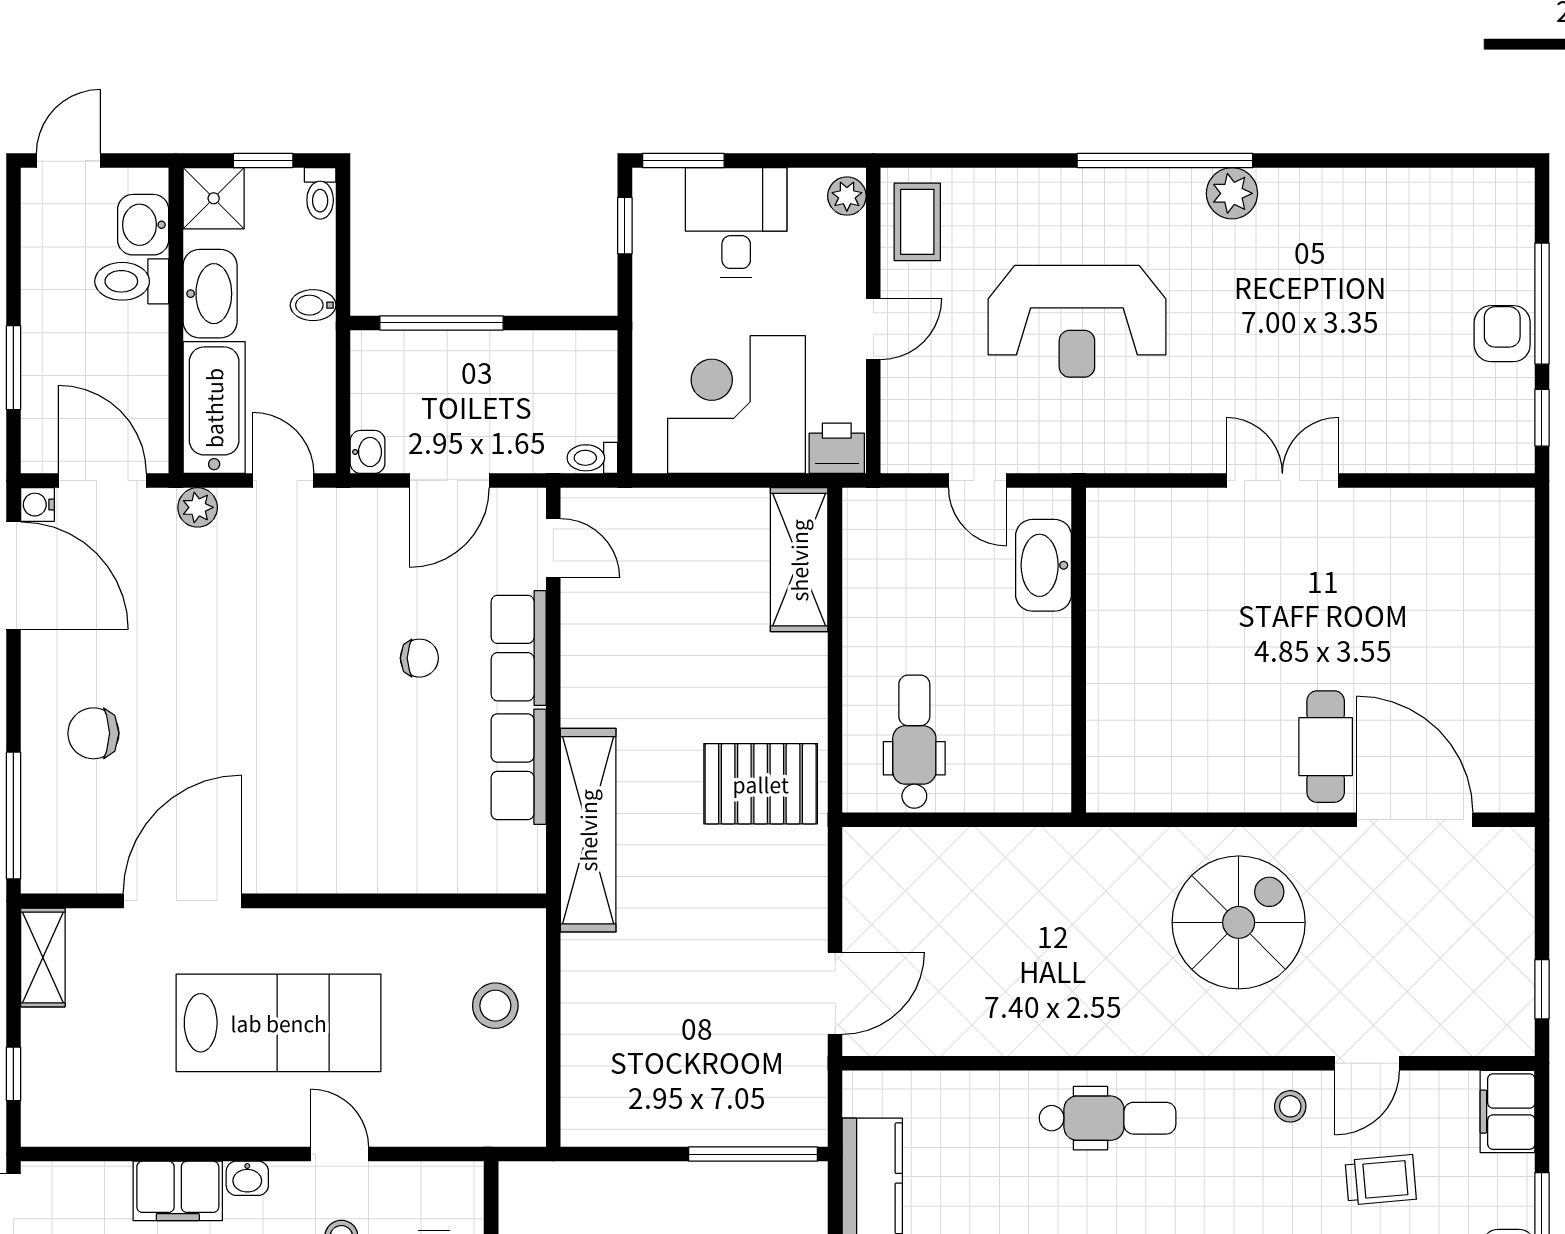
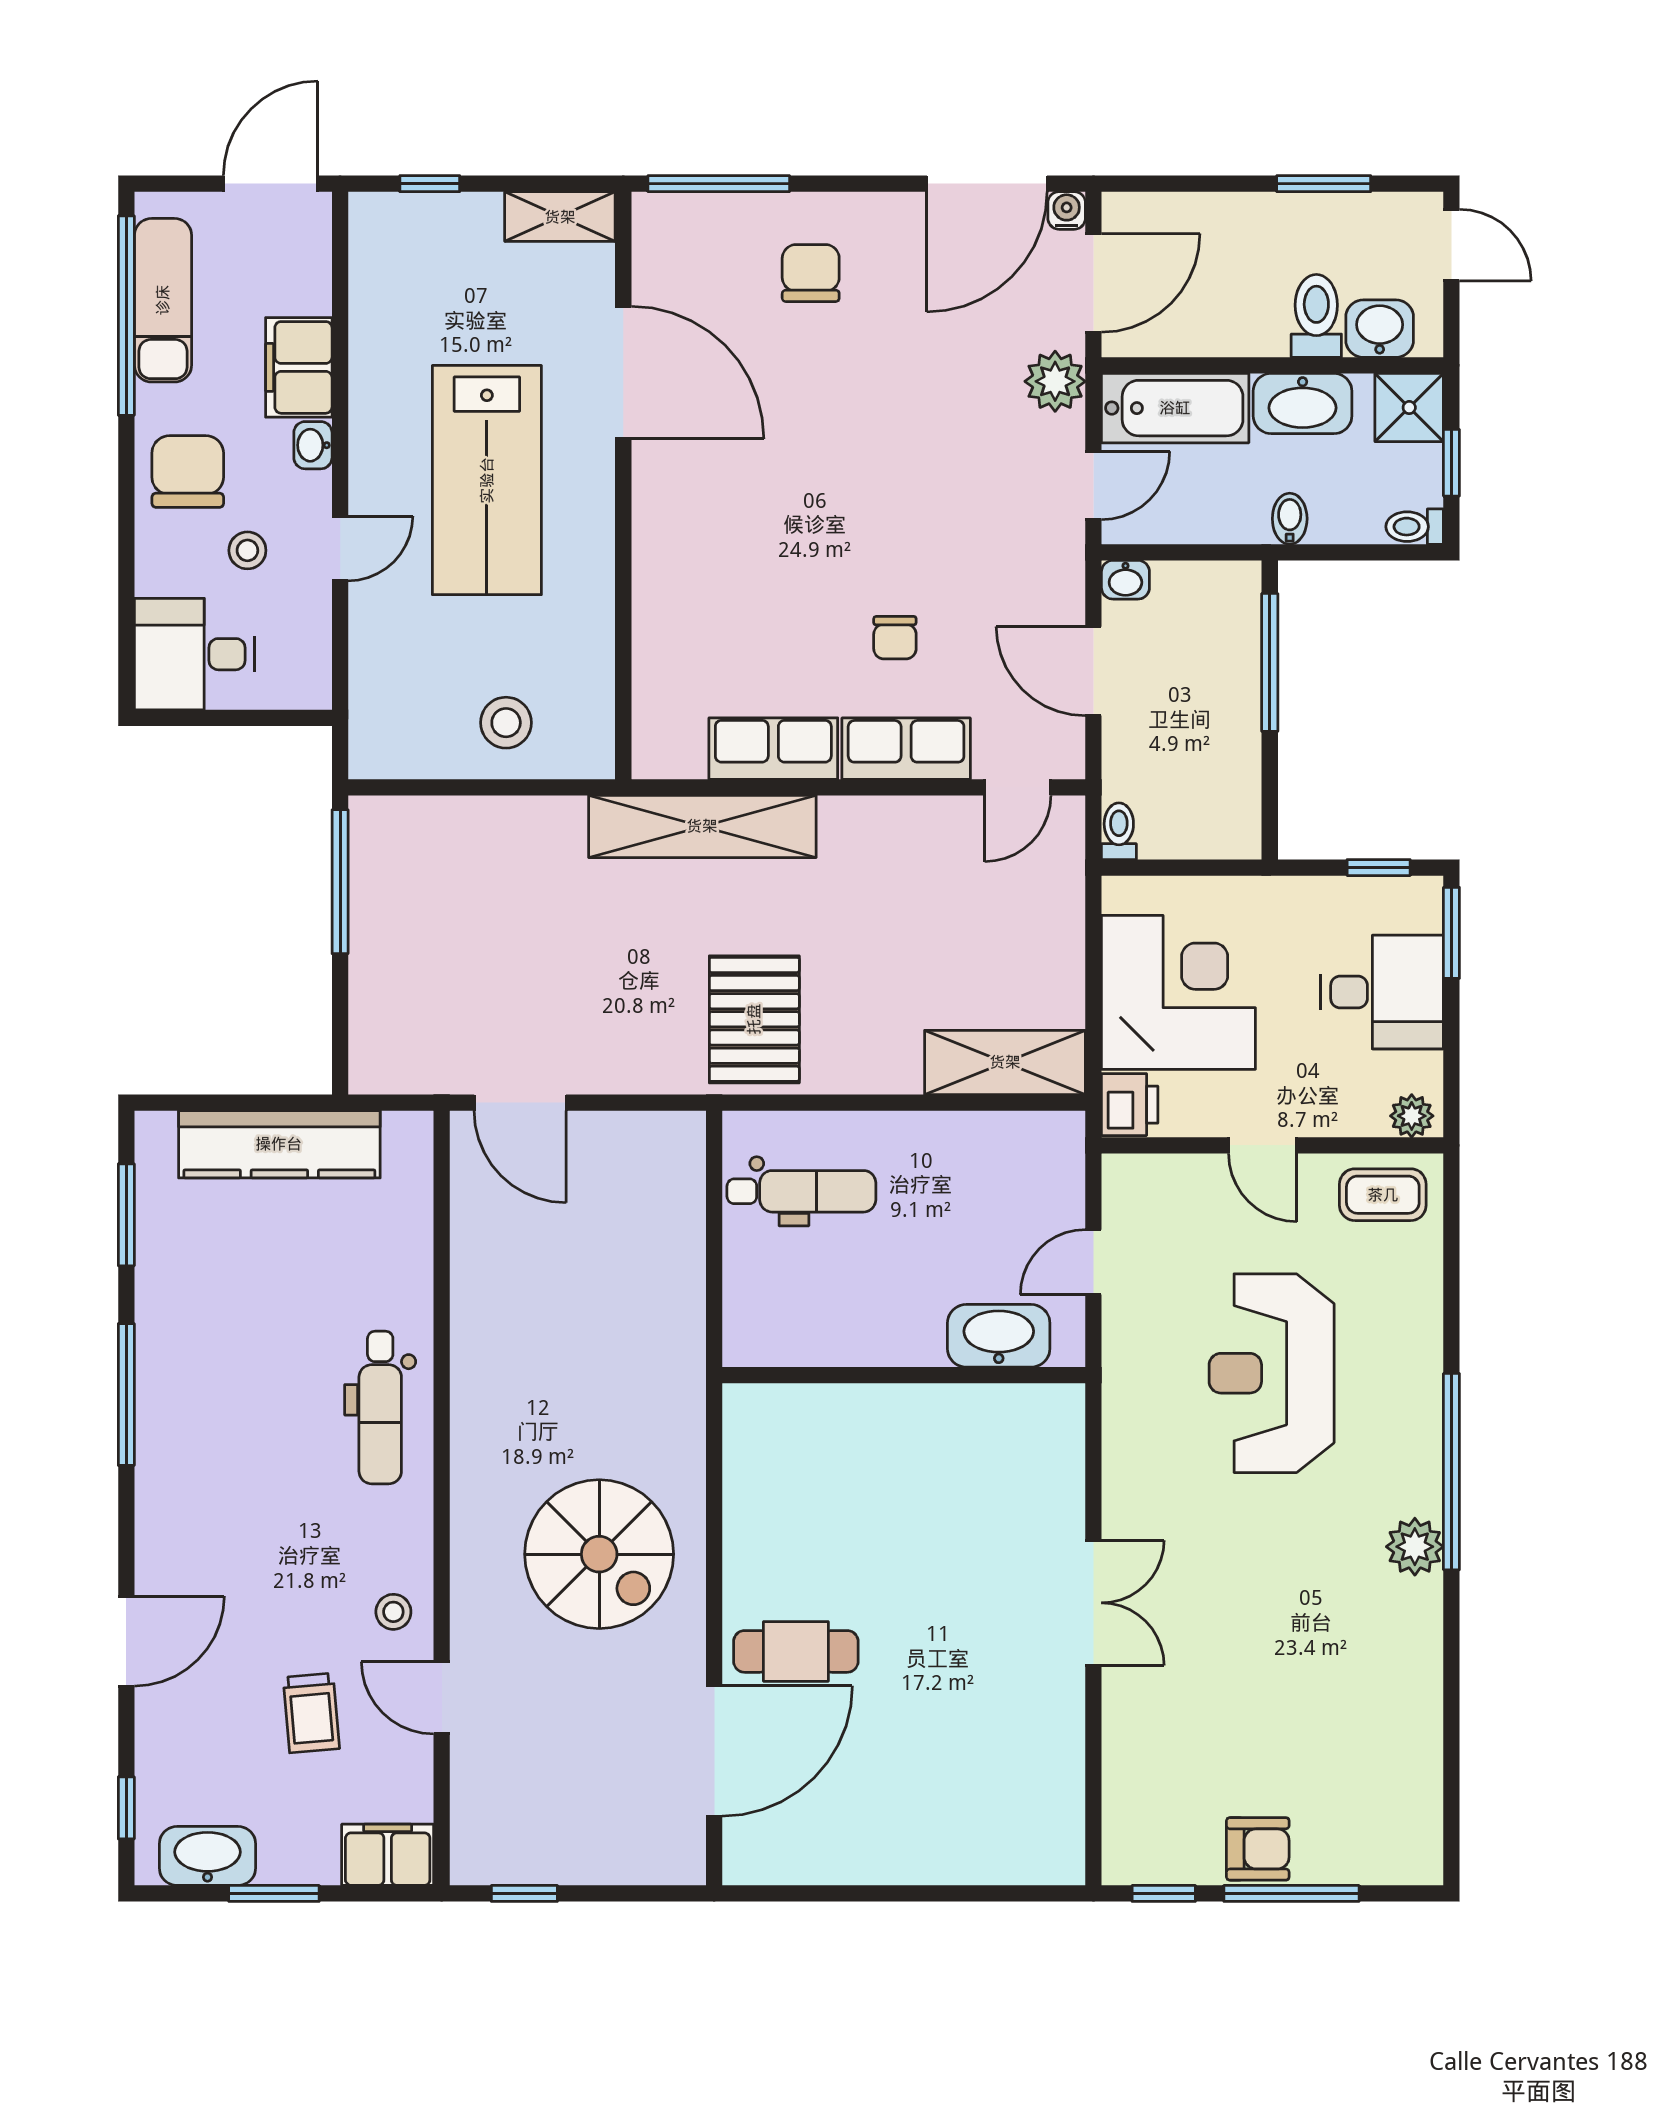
window: (13, 368) -> (1324, 184), moved
plant: (198, 507) -> (1055, 381), width x1.38, depth x1.38
window: (753, 1154) -> (340, 882), moved

